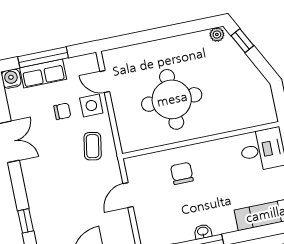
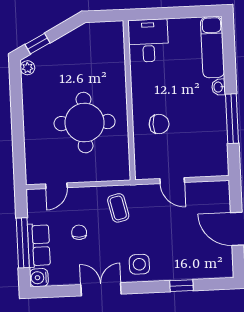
side table: (91, 106) -> (139, 264), moved
coffee table: (93, 146) -> (118, 208), turned 67
chair: (182, 173) -> (159, 124), turned 180
washbasin: (203, 232) -> (219, 87), moved

